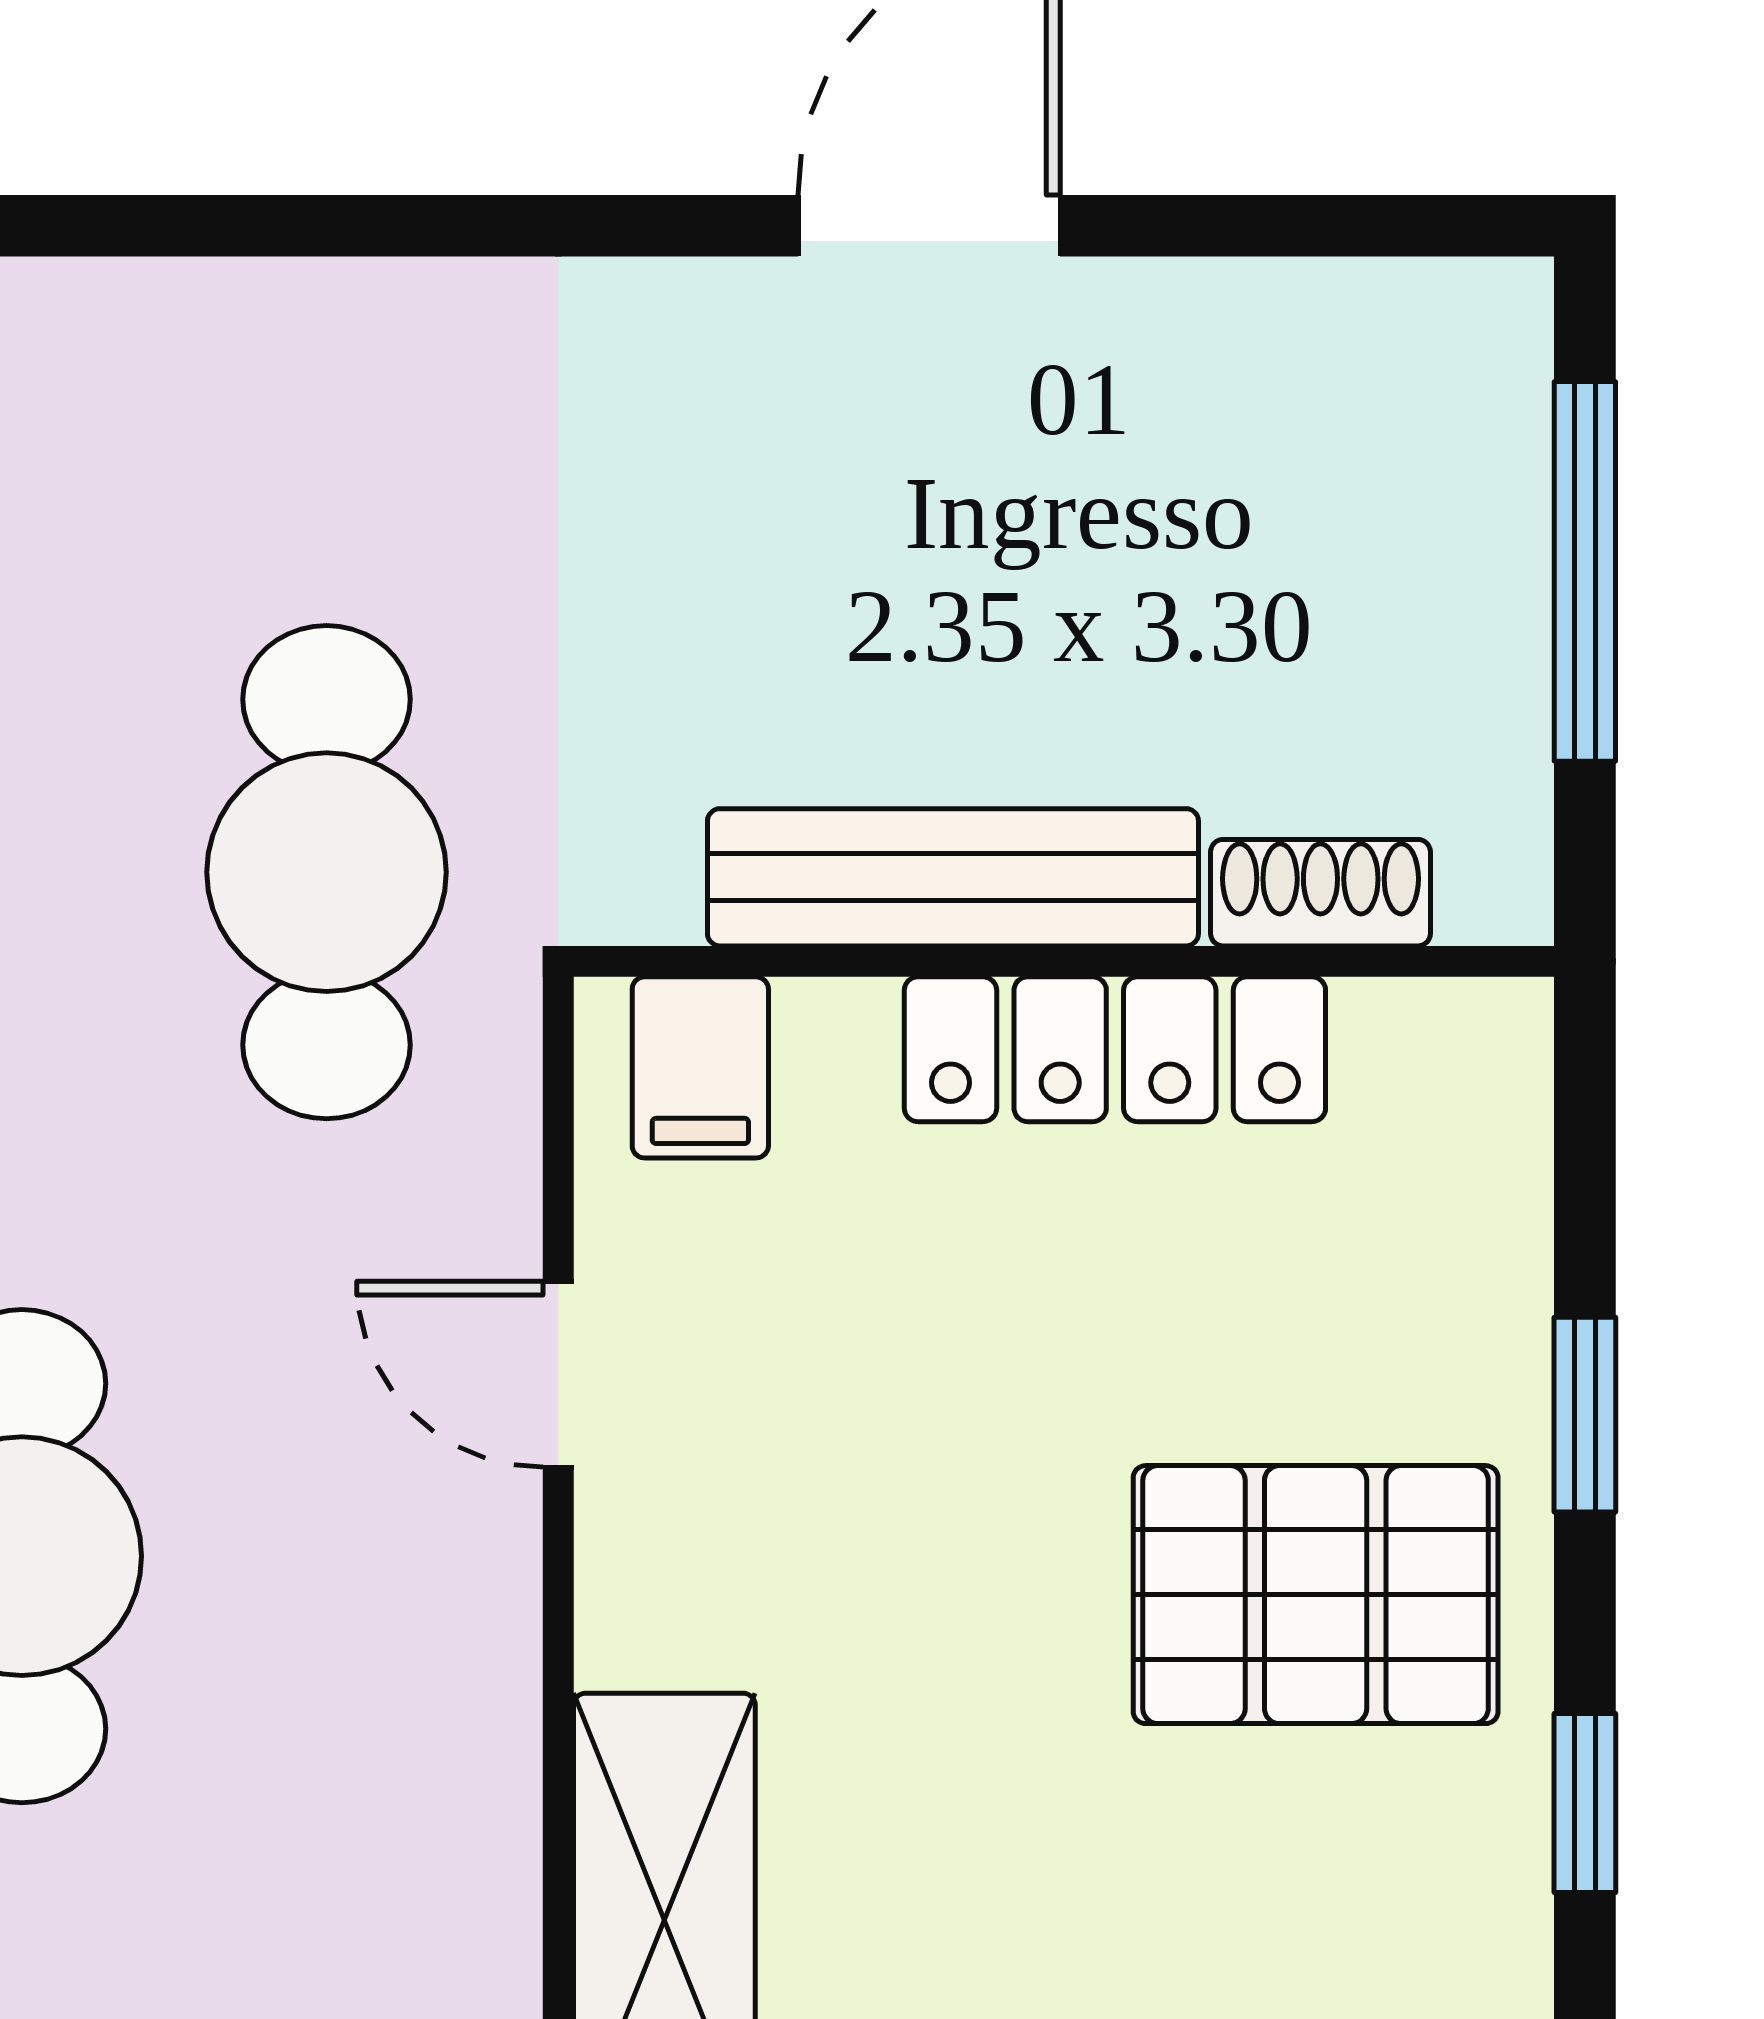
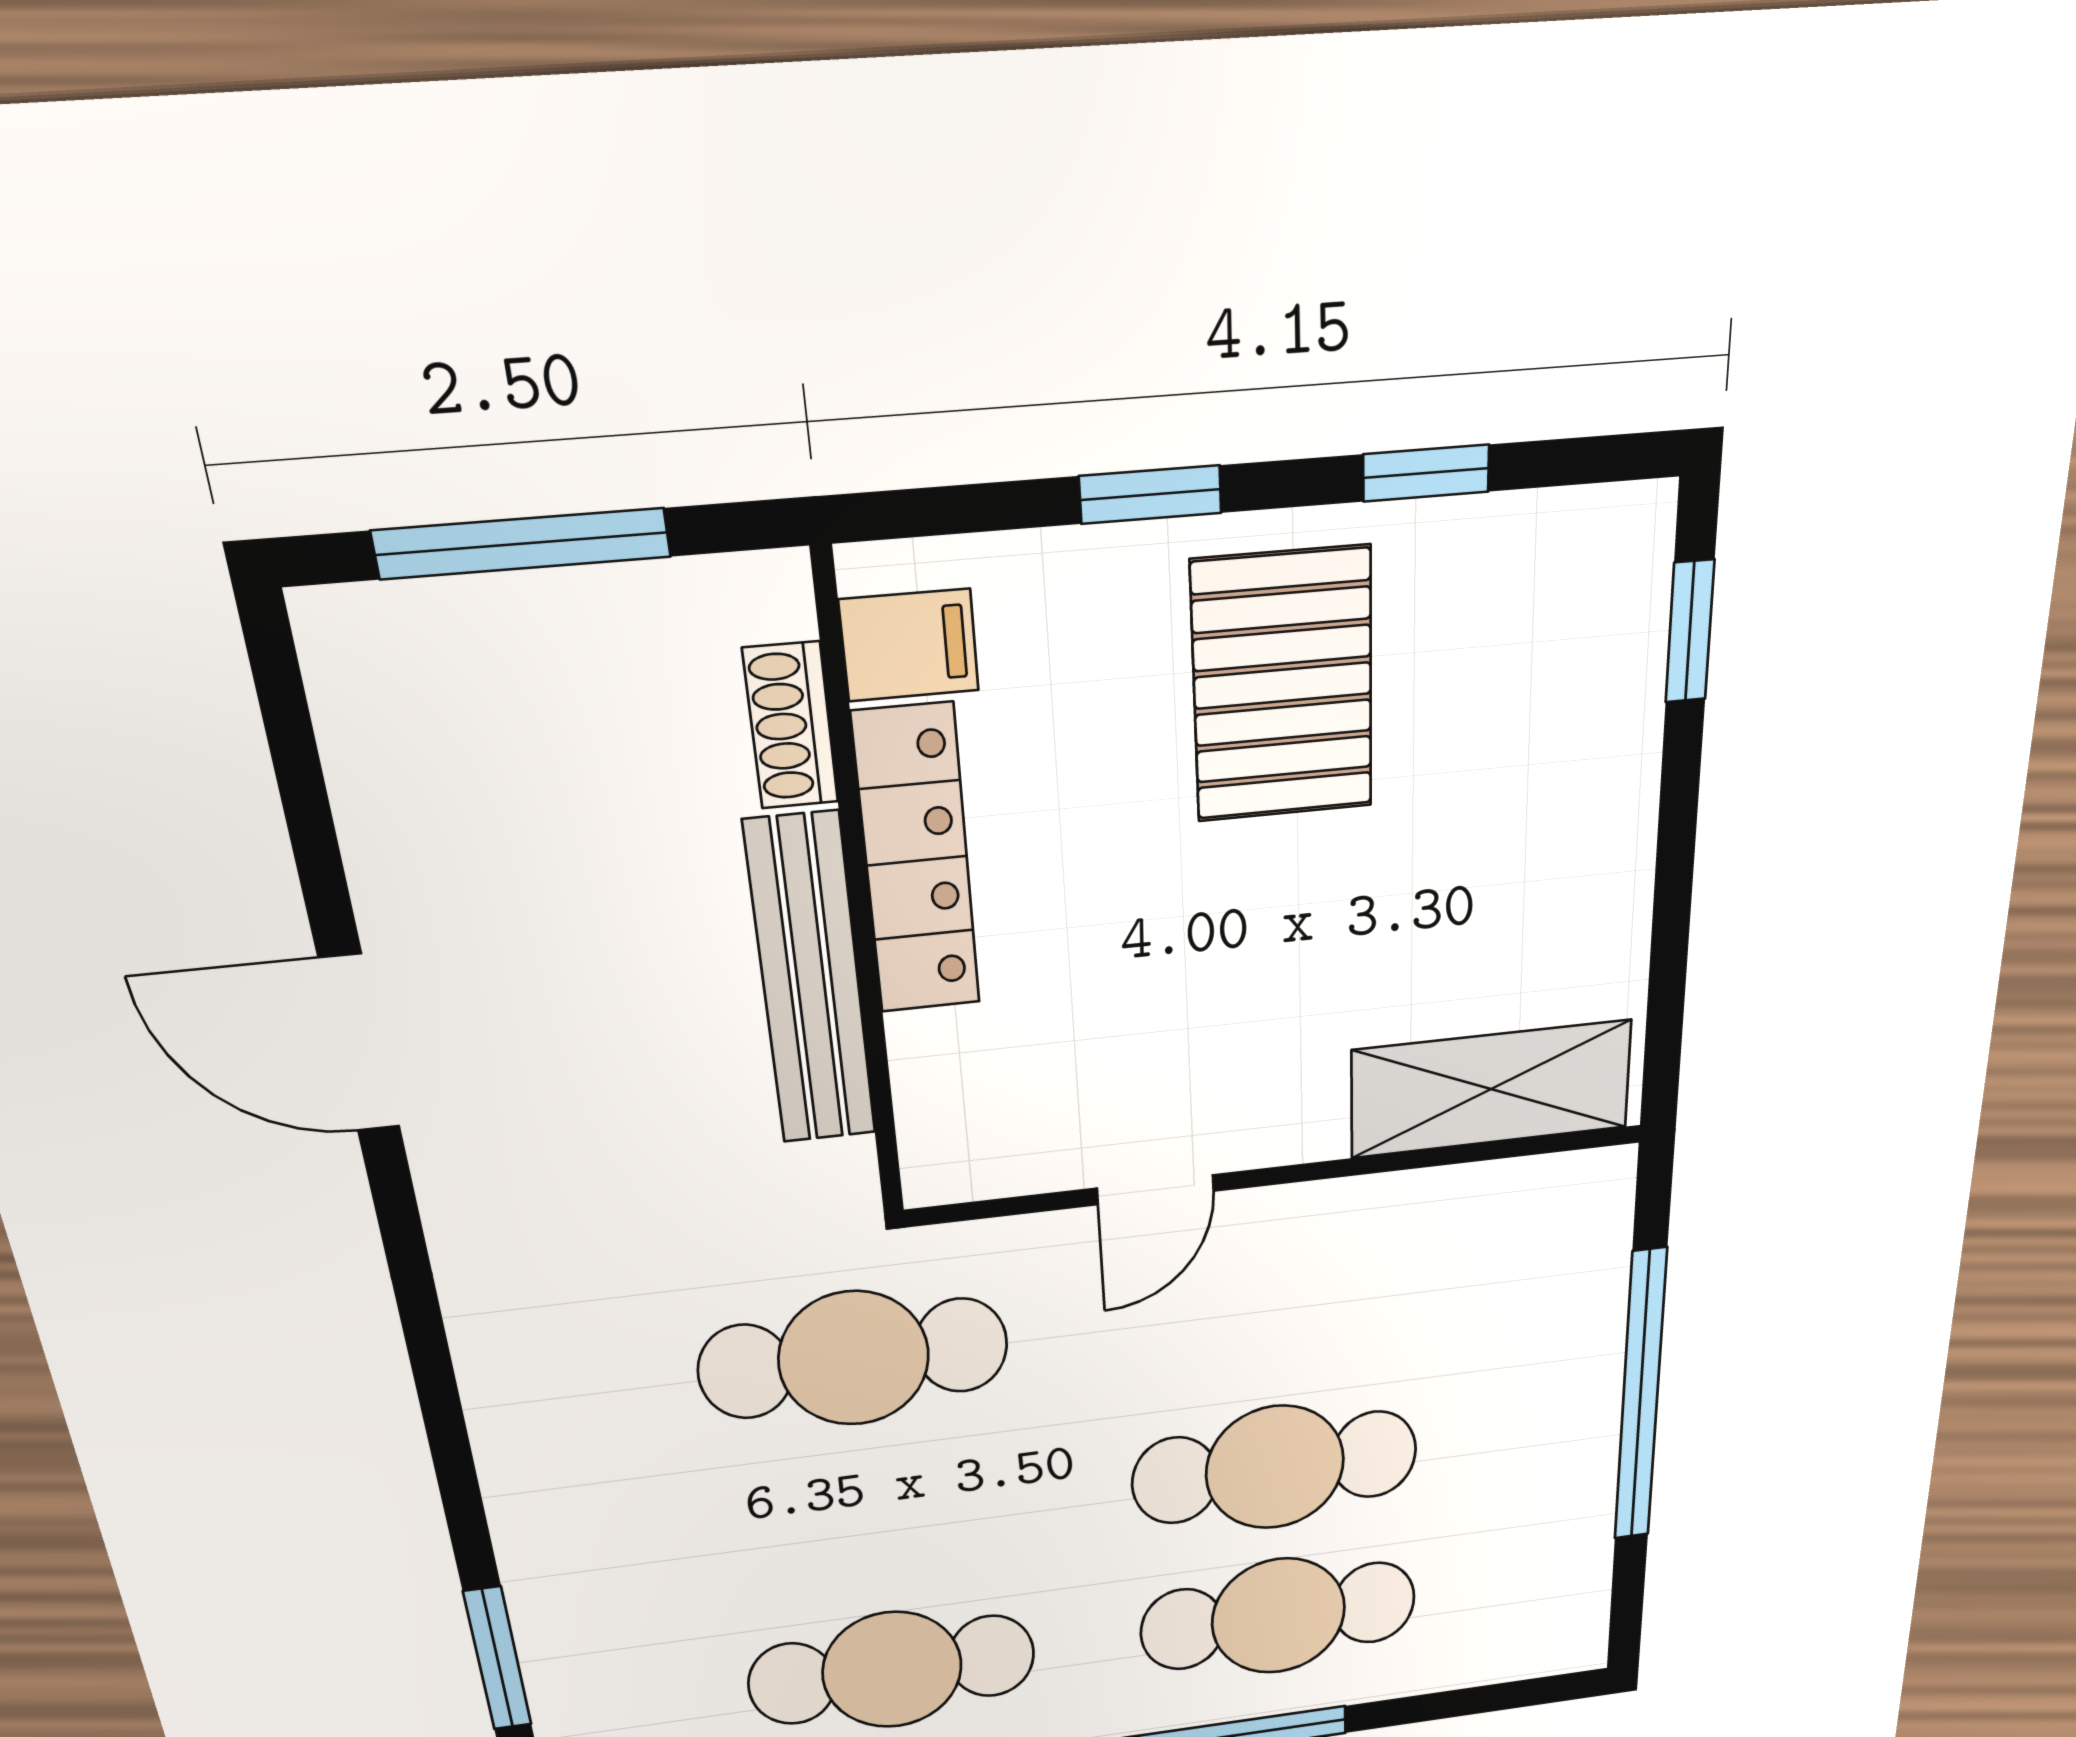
filing cabinet: (700, 1067) -> (909, 645), moved

